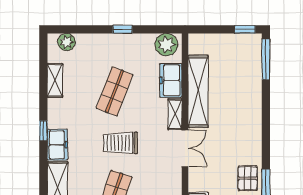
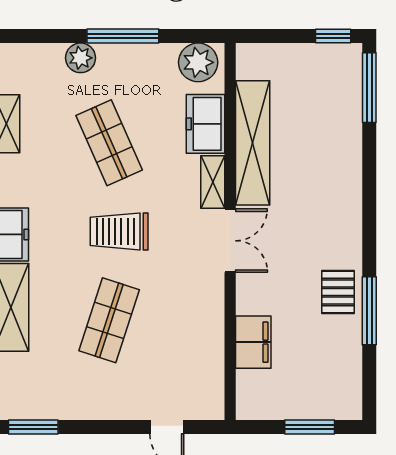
window: (123, 29) -> (123, 36), width x2.17
plant: (66, 42) -> (81, 58), moved
shop shelf: (115, 91) -> (109, 143), turned -45

